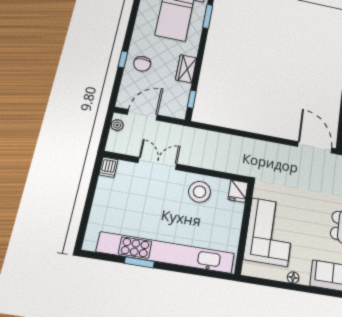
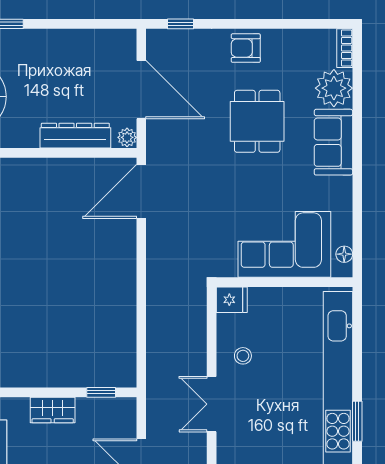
double door: (157, 163) -> (212, 404), moved
stool: (200, 192) -> (243, 356), width x0.53, depth x0.53
floor lamp: (293, 278) -> (344, 254), moved

